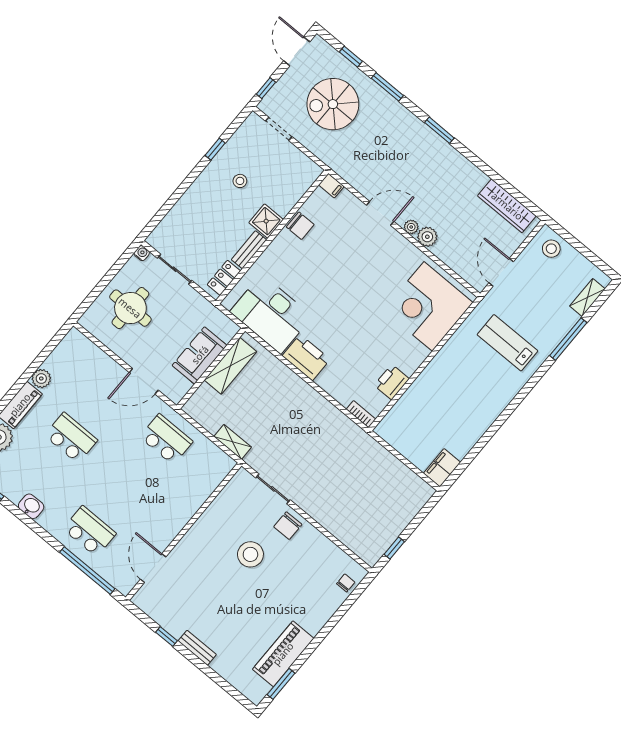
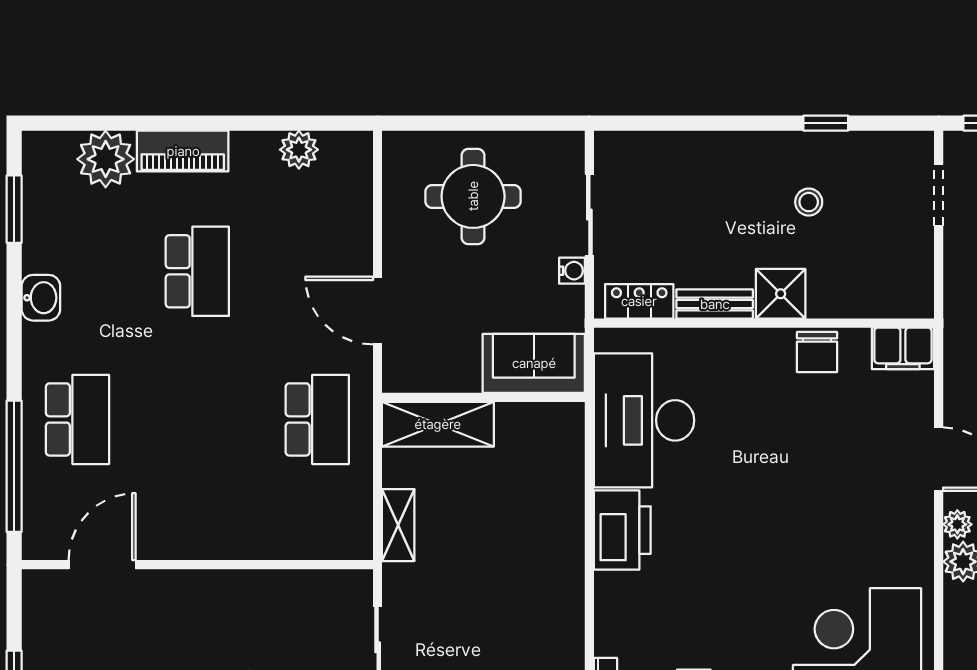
filing cabinet: (331, 186) -> (903, 348), width x2.00
water cooler: (142, 253) -> (572, 271), moved
sofa: (200, 355) -> (534, 363), moved
shelving: (230, 366) -> (438, 424), moved
plant: (41, 379) -> (299, 150), moved

